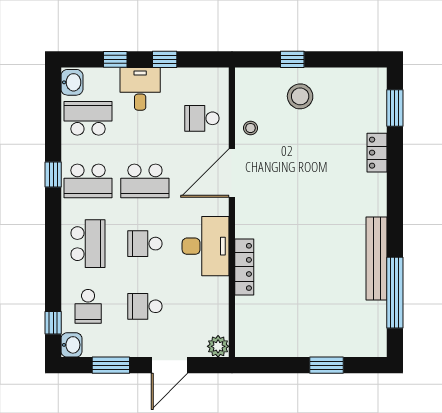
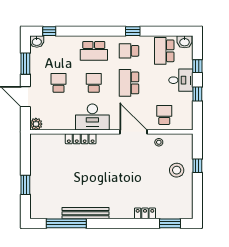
school desk: (88, 118) -> (164, 51), turned 180
school desk: (88, 181) -> (129, 51), width x0.54
school desk: (88, 306) -> (59, 51), removed

